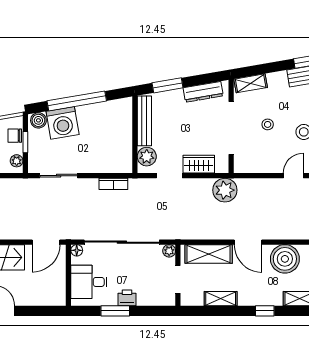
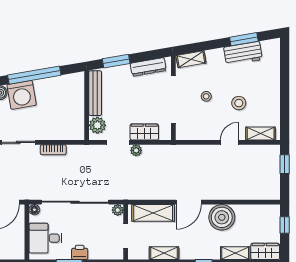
bookcase: (113, 184) -> (53, 150), moved
plant: (225, 190) -> (136, 150), moved, width x0.53, depth x0.53
door: (248, 242) -> (189, 202), hinge flipped

